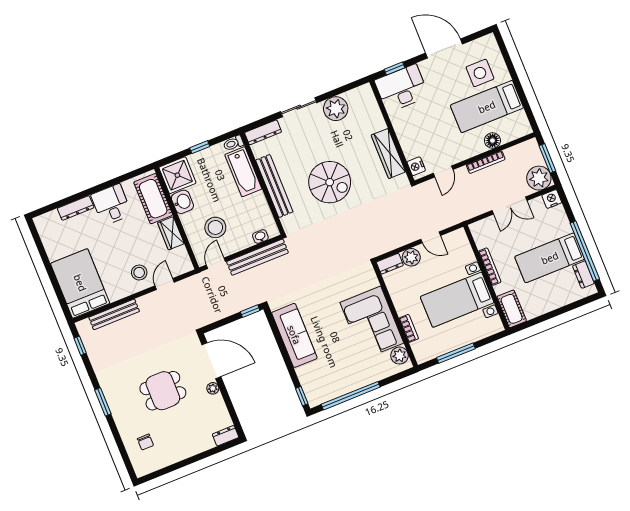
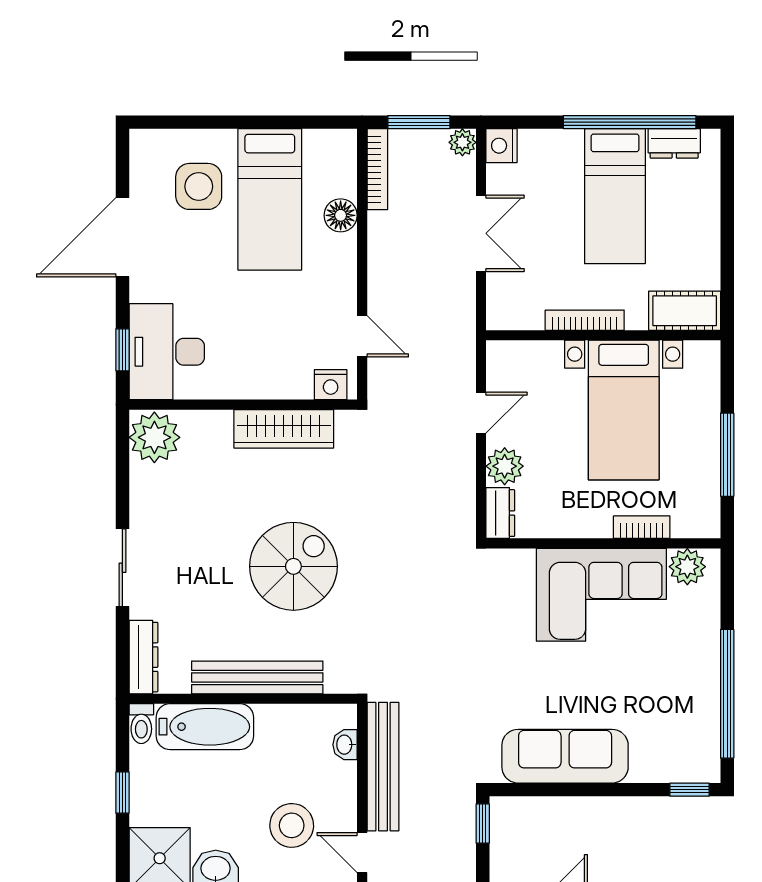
plant: (336, 109) -> (154, 437), moved
bookcase: (486, 162) -> (377, 169), moved
plant: (539, 178) -> (462, 142), width x0.53, depth x0.53

